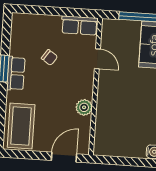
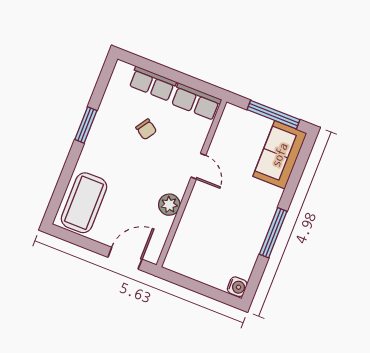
door: (97, 59) -> (198, 166), moved
row of seats: (16, 73) -> (152, 84), moved, turned 90

